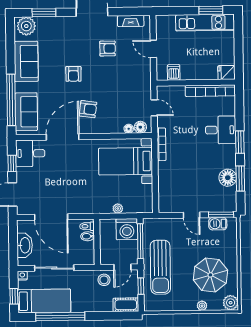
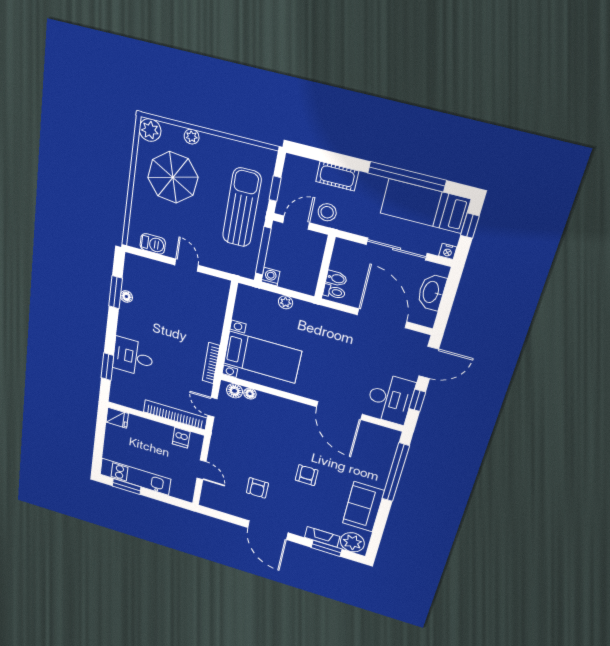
fireplace: (131, 21) -> (322, 537), moved
armchair: (108, 48) -> (257, 488), turned -90
bookcase: (210, 91) -> (175, 415), moved
armchair: (88, 109) -> (298, 432), removed
sofa: (26, 112) -> (380, 453), removed
door: (63, 137) -> (339, 411), hinge flipped
window: (240, 142) -> (107, 367), moved
desk: (30, 153) -> (390, 399), width x1.37
floor lamp: (228, 178) -> (126, 296), width x0.53, depth x0.53
window: (221, 215) -> (147, 254), removed
washing machine: (127, 229) -> (270, 277), width x0.53, depth x0.53
cot: (126, 305) -> (337, 176), moved

